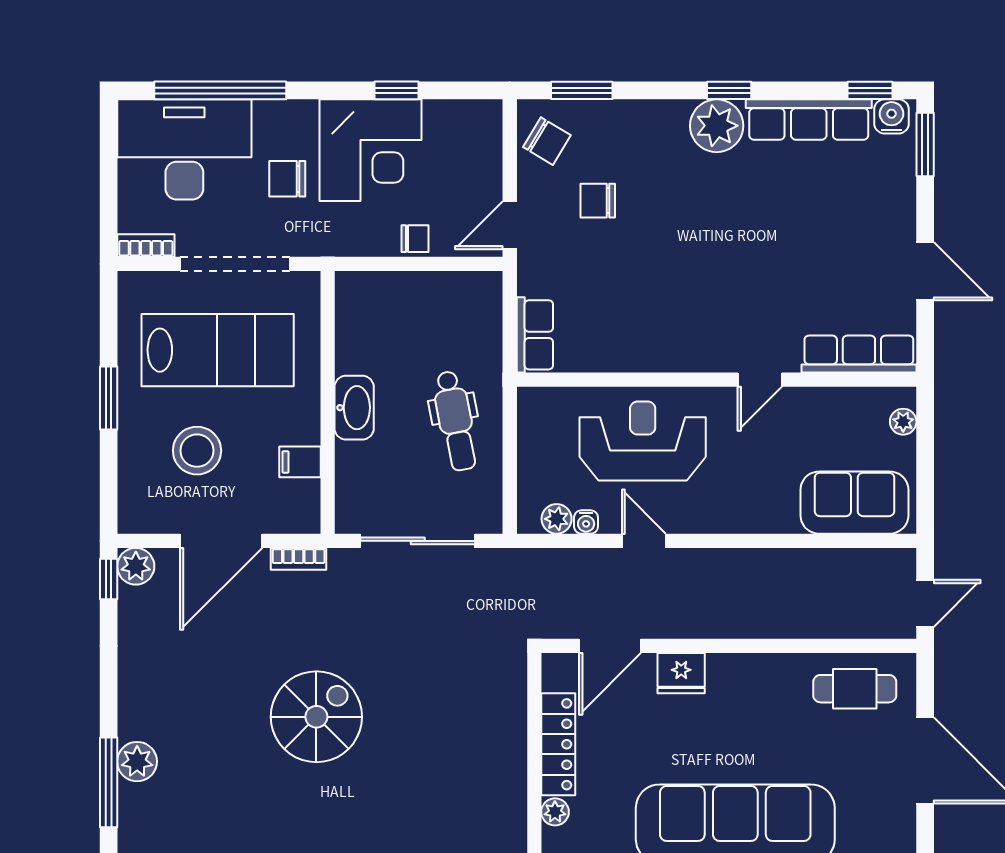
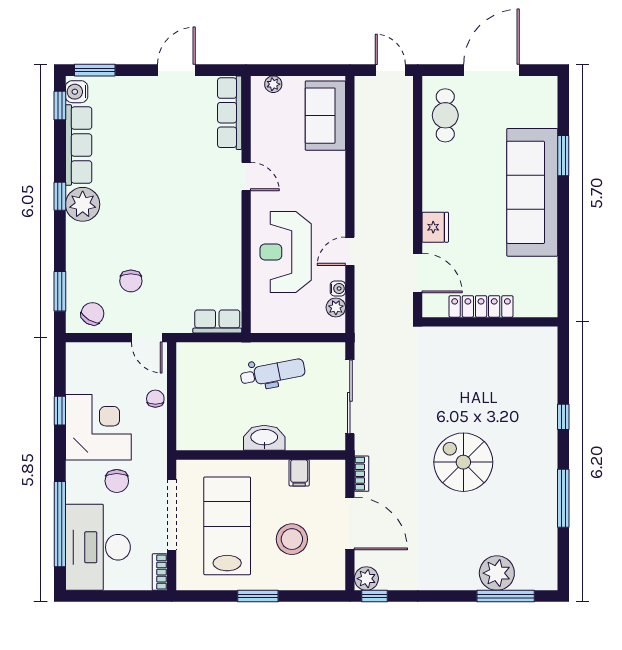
plant: (137, 762) -> (497, 573), width x1.36, depth x1.36
plant: (555, 812) -> (525, 308), removed

